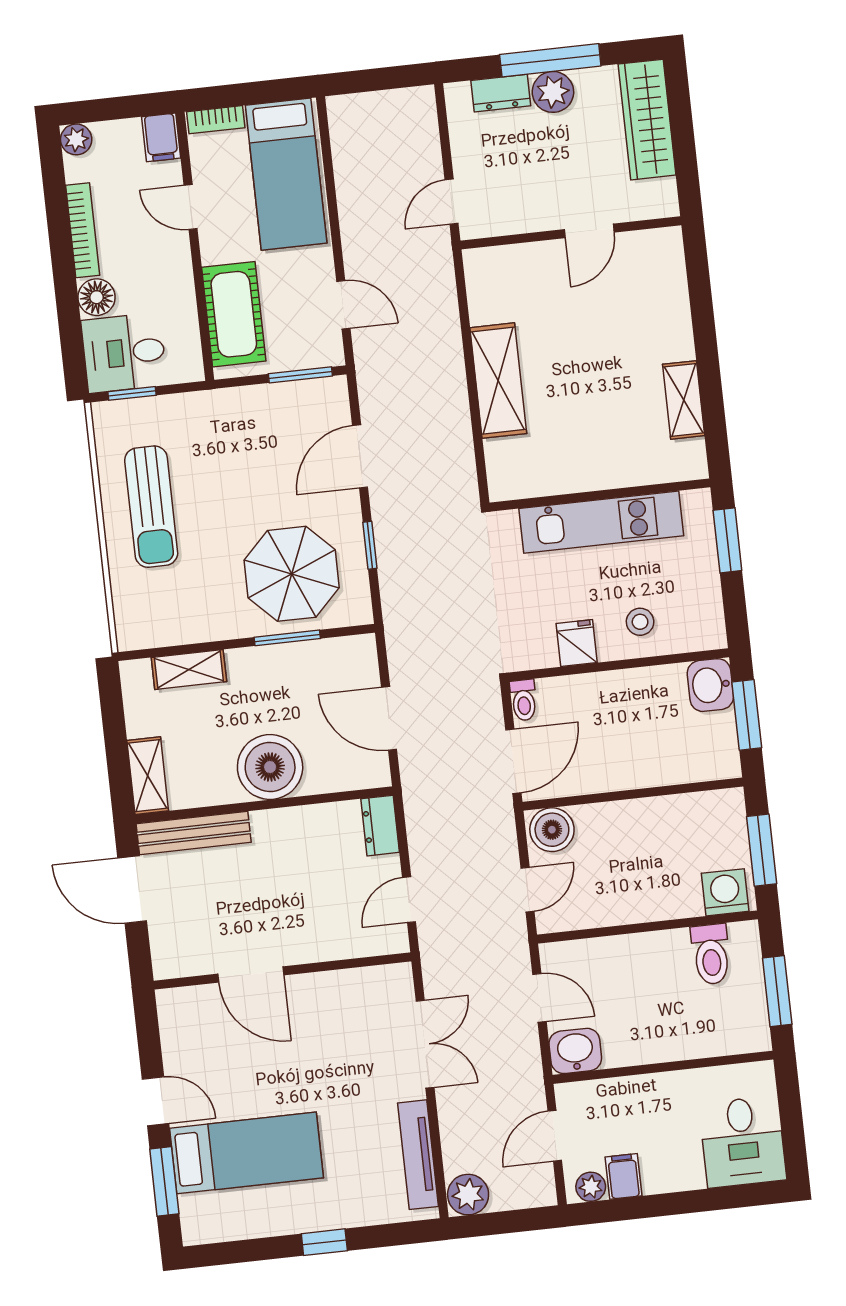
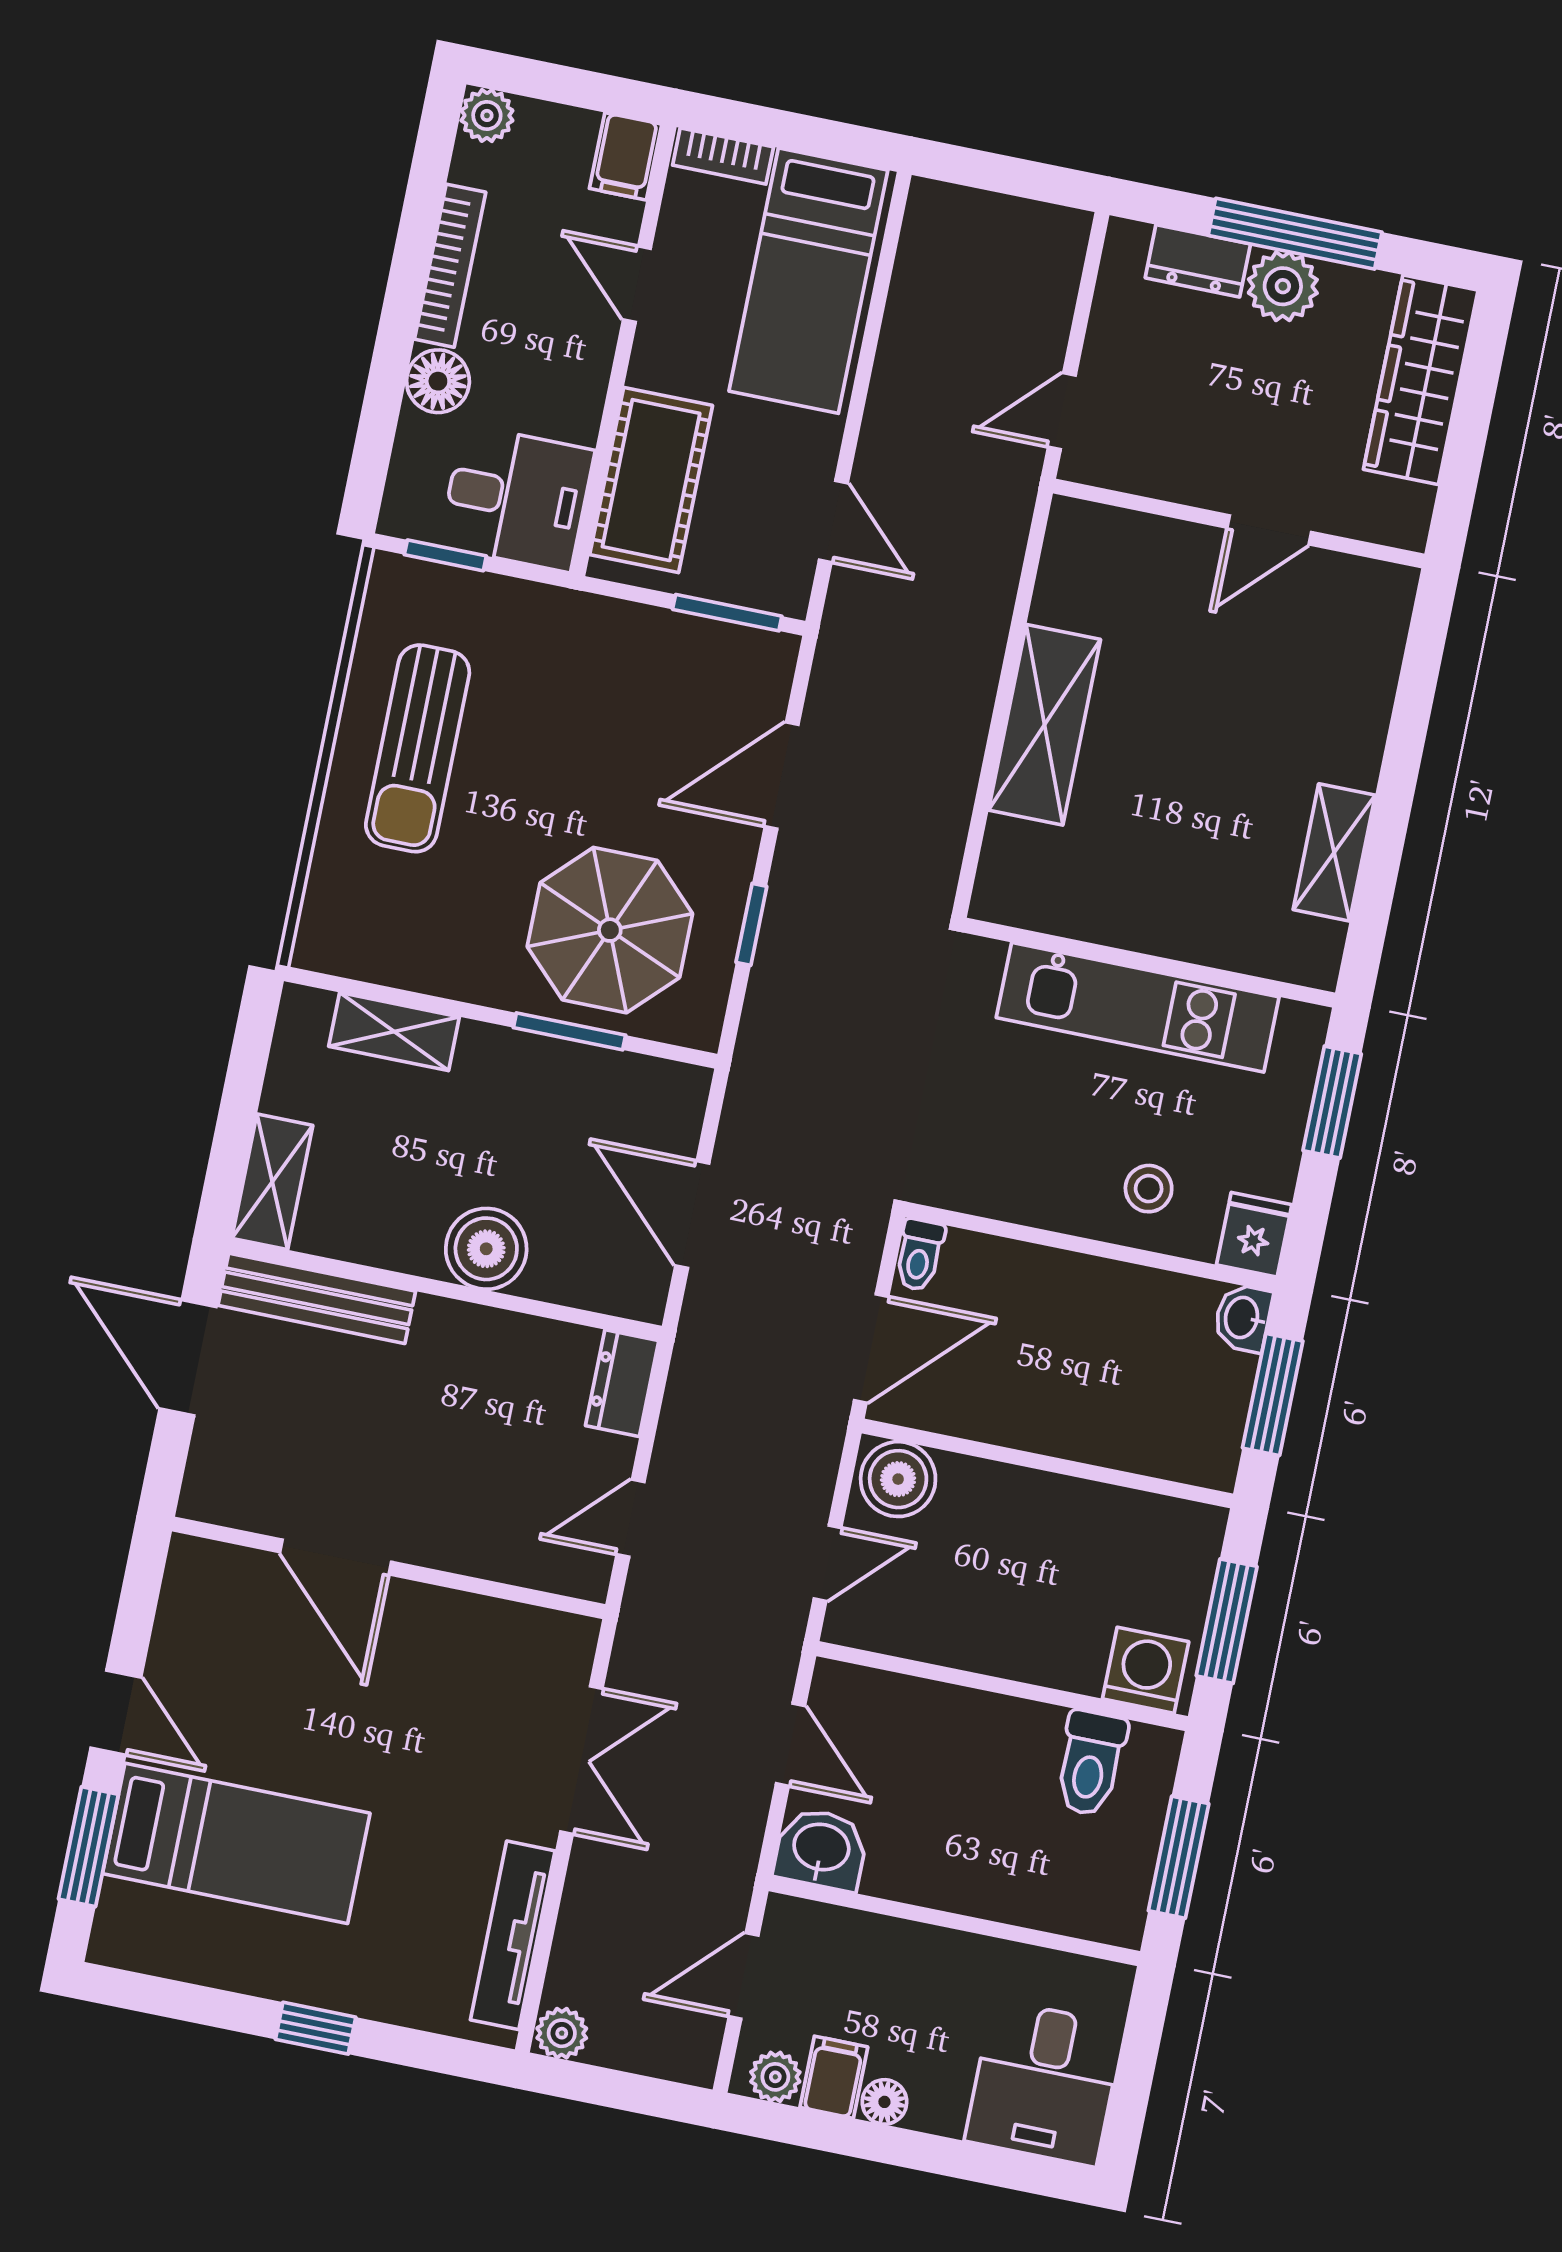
desk: (124, 353) -> (517, 498), moved, turned 180
fridge: (577, 643) -> (1254, 1235), moved
washbasin: (710, 685) -> (1243, 1318), width x0.72, depth x0.69
boiler: (270, 767) -> (486, 1249), width x0.73, depth x0.73
floor lamp: (656, 1181) -> (884, 2102), added
plant: (468, 1195) -> (562, 2033), width x0.73, depth x0.73

